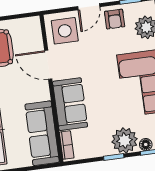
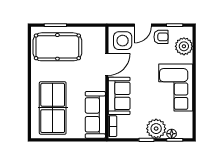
armchair: (115, 19) -> (161, 37), turned -90
door: (48, 65) -> (107, 64), swing flipped

